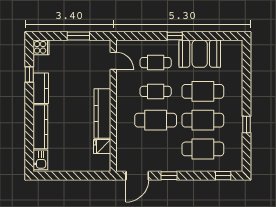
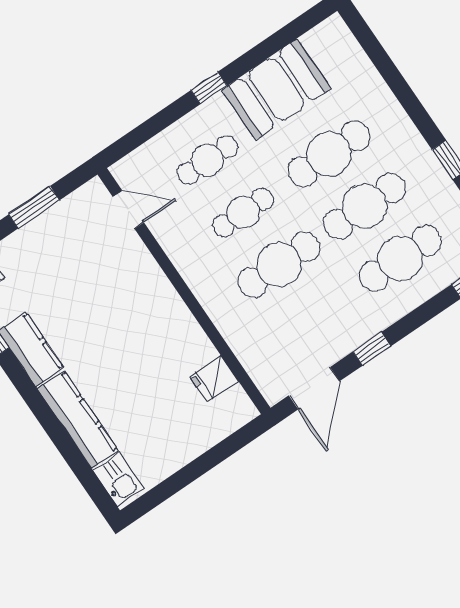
kitchen counter: (102, 114) -> (174, 319), removed

